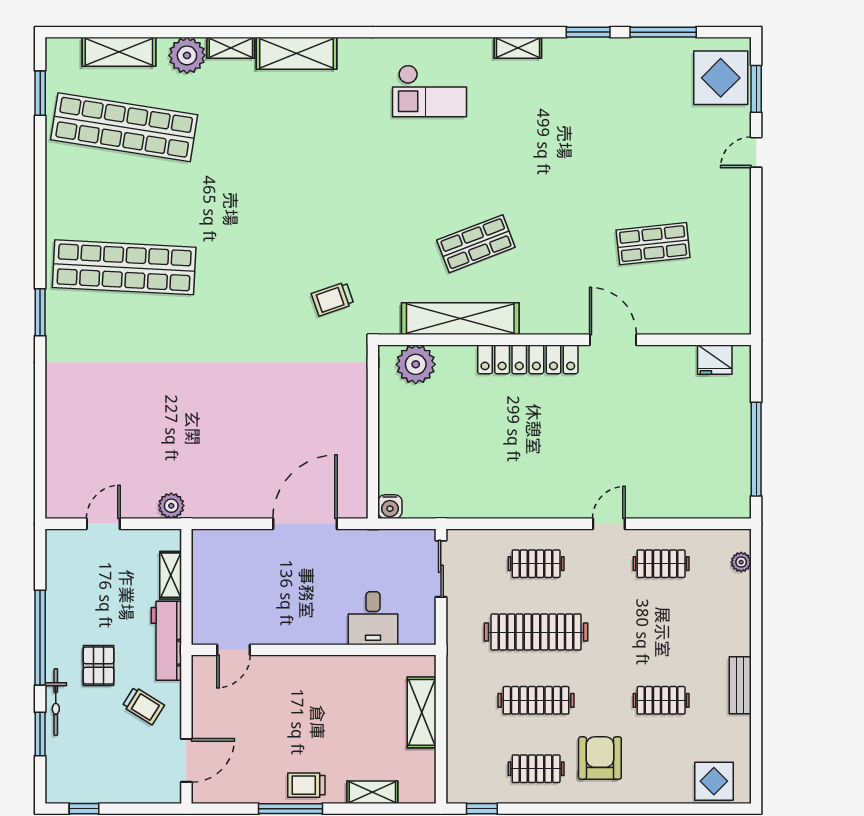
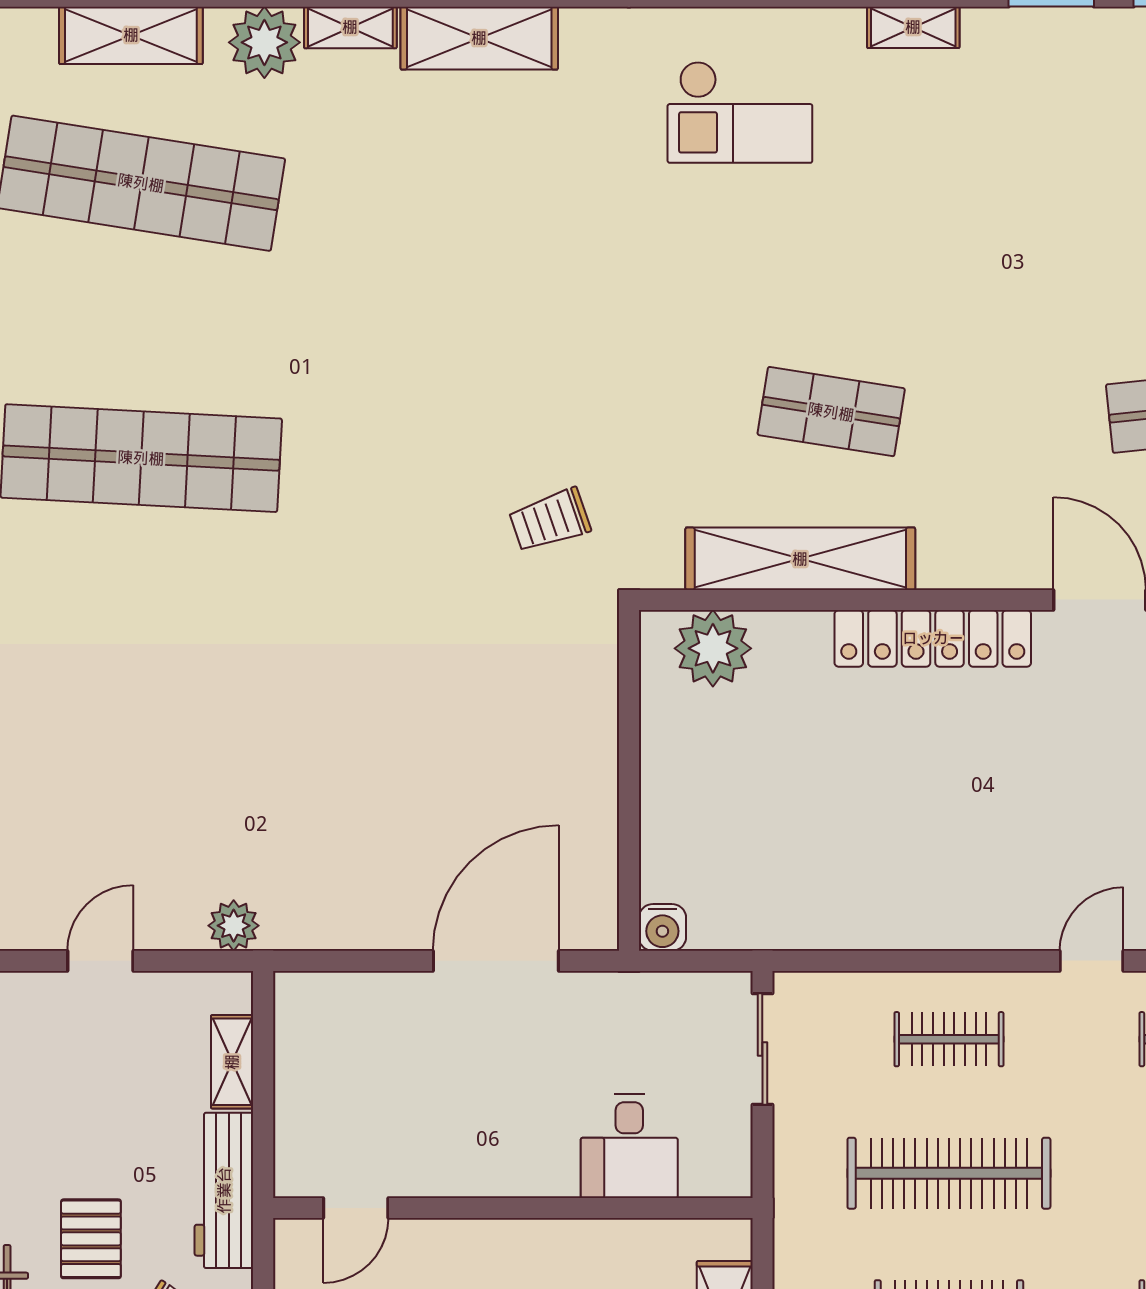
shop shelf: (476, 244) -> (831, 412), turned 30

